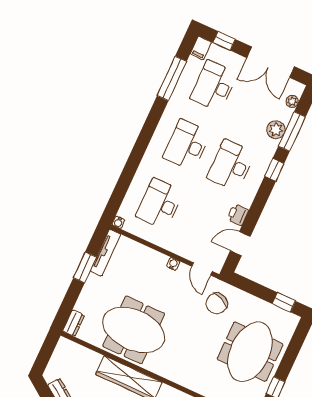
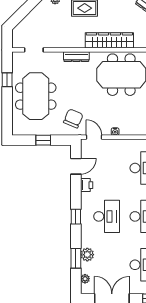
window: (292, 132) -> (76, 258), width x0.69
window: (274, 170) -> (76, 217), moved
window: (284, 302) -> (43, 140), moved
dresser: (178, 377) -> (76, 57), added

